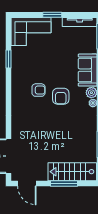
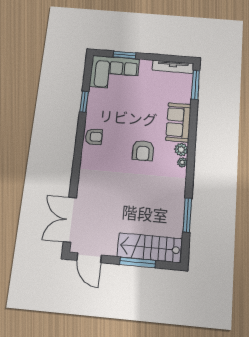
window: (52, 15) -> (125, 55), moved
armchair: (39, 90) -> (94, 137), moved

